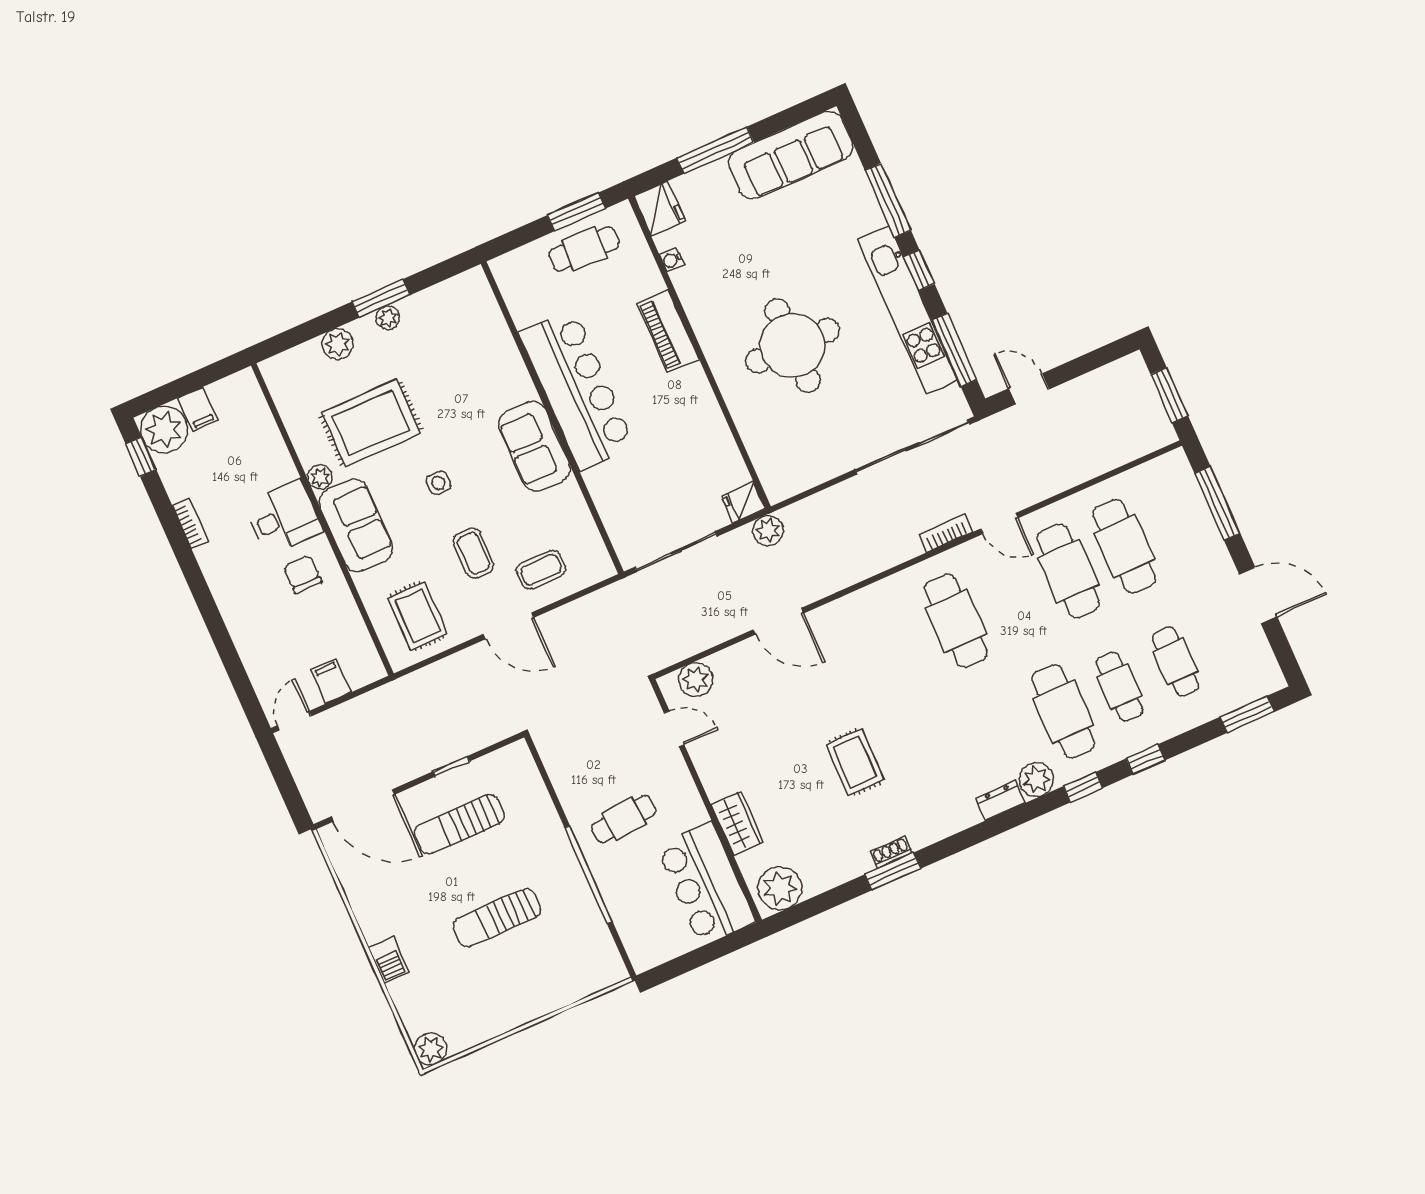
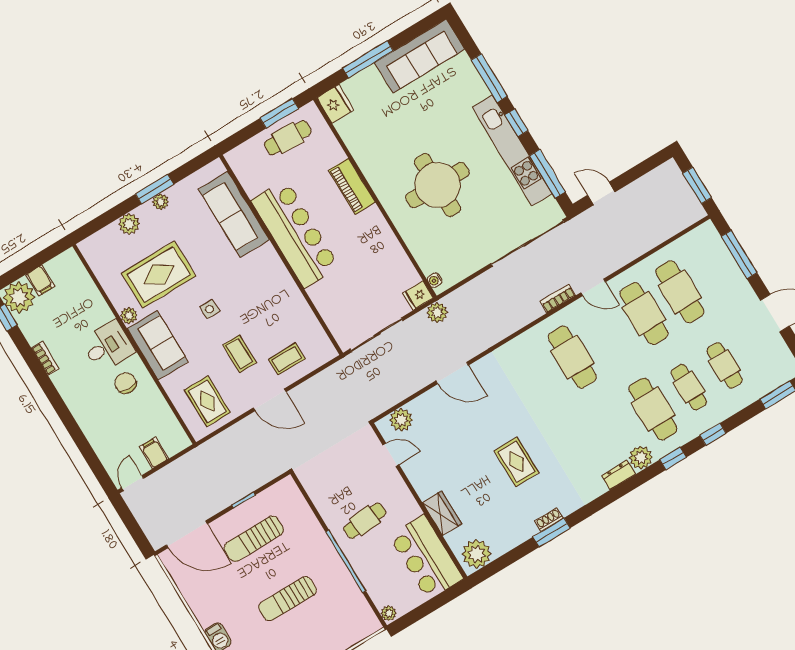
water cooler: (672, 260) -> (435, 280), moved
sofa: (534, 446) -> (234, 214), moved, width x1.36
plant: (641, 958) -> (389, 613), added

